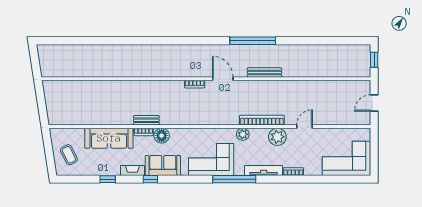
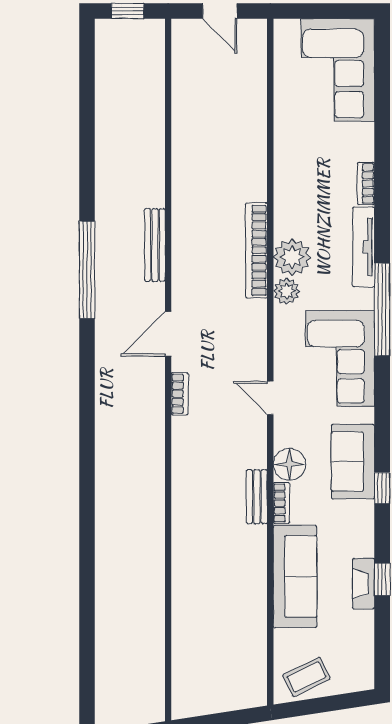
door: (305, 127) -> (270, 398), moved
plant: (277, 137) -> (292, 257), moved
coffee table: (69, 155) -> (307, 677), moved
fireplace: (132, 170) -> (364, 584), moved

